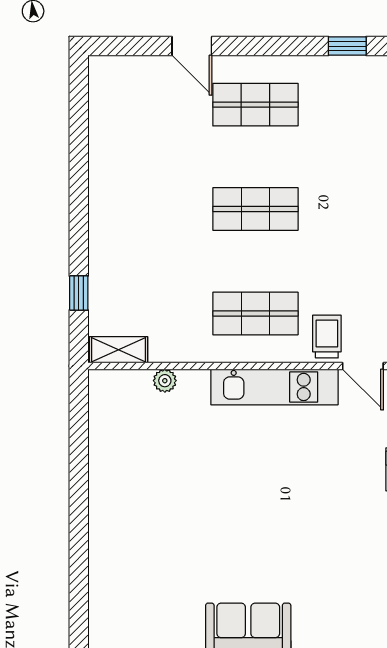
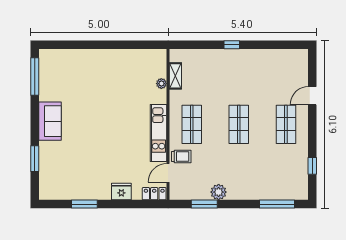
window: (79, 293) -> (232, 45), moved
shelving: (119, 350) -> (175, 76), moved

